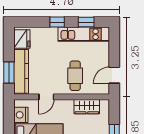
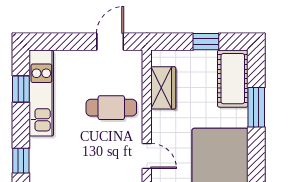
window: (57, 22) -> (21, 161), moved
door: (114, 75) -> (110, 42), swing flipped

